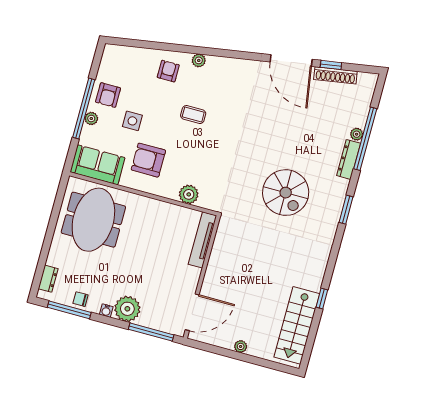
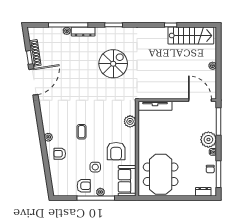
meeting table: (93, 220) -> (161, 174), turned 90

